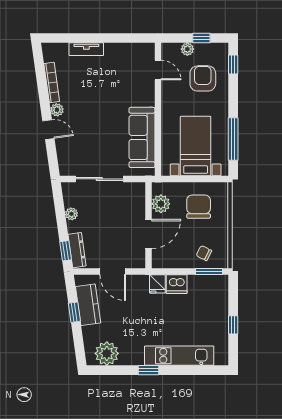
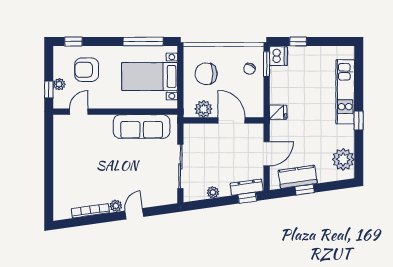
window: (201, 38) -> (49, 89), moved
tv unit: (86, 49) -> (59, 178), removed
dishwasher: (177, 284) -> (278, 56), moved
window: (233, 325) -> (298, 41), moved

